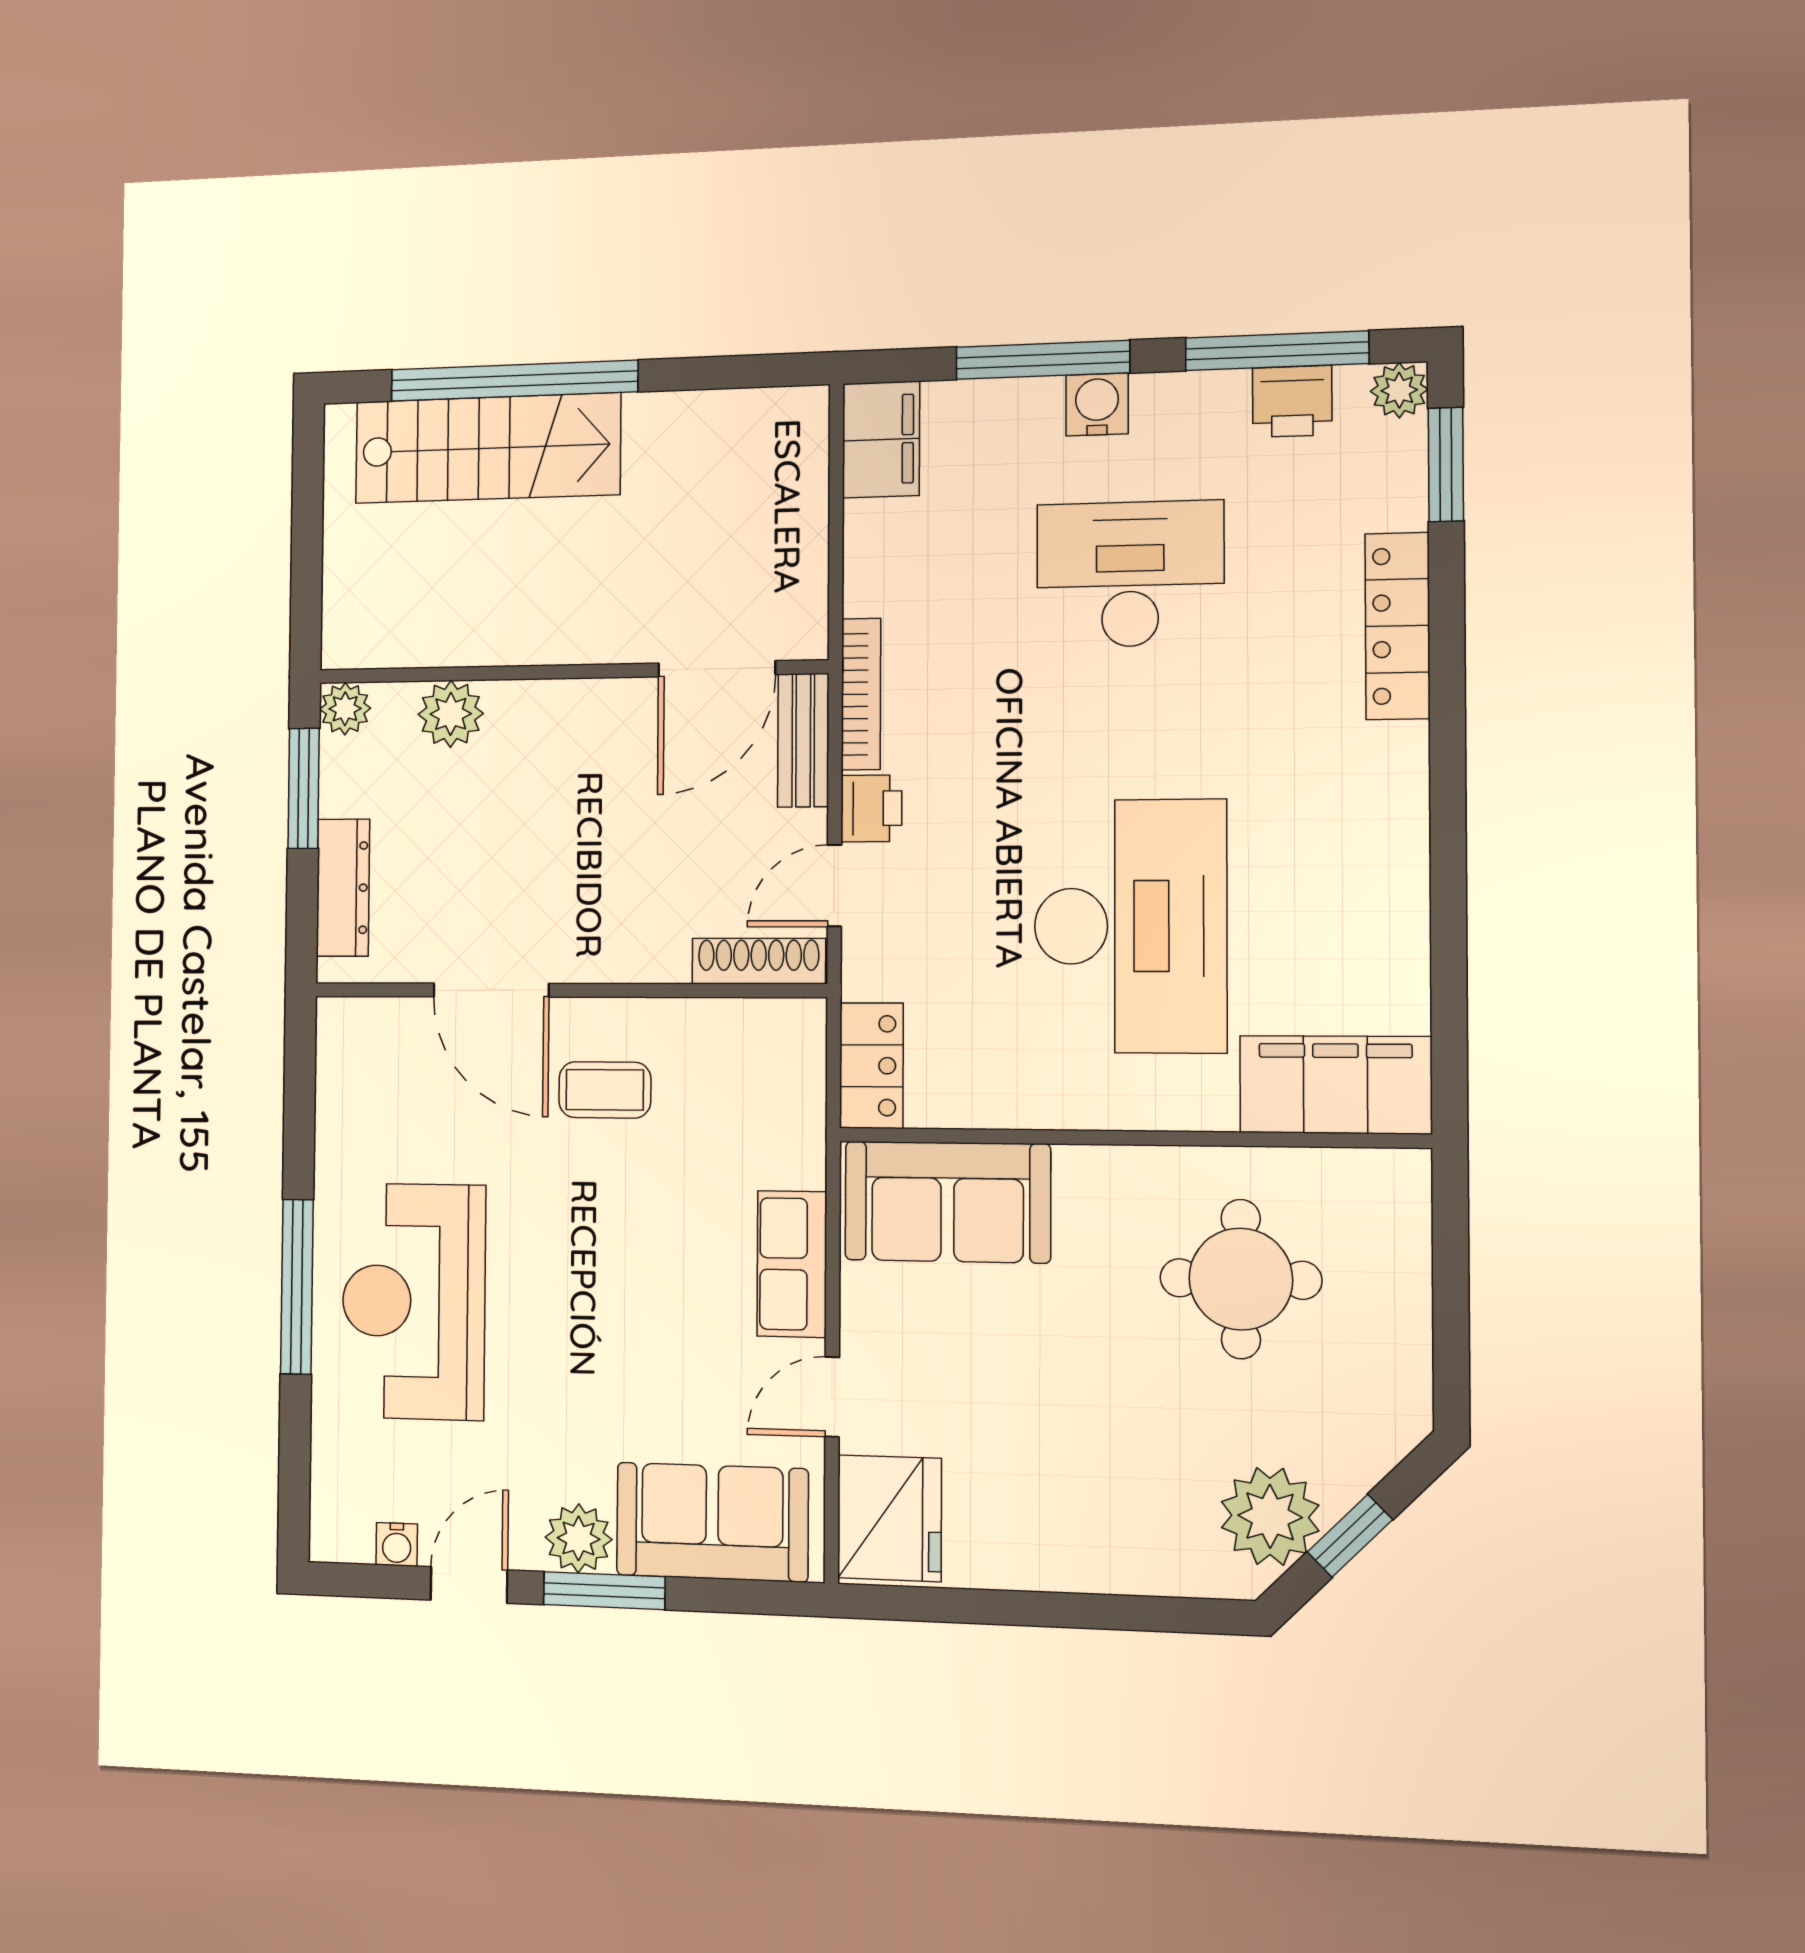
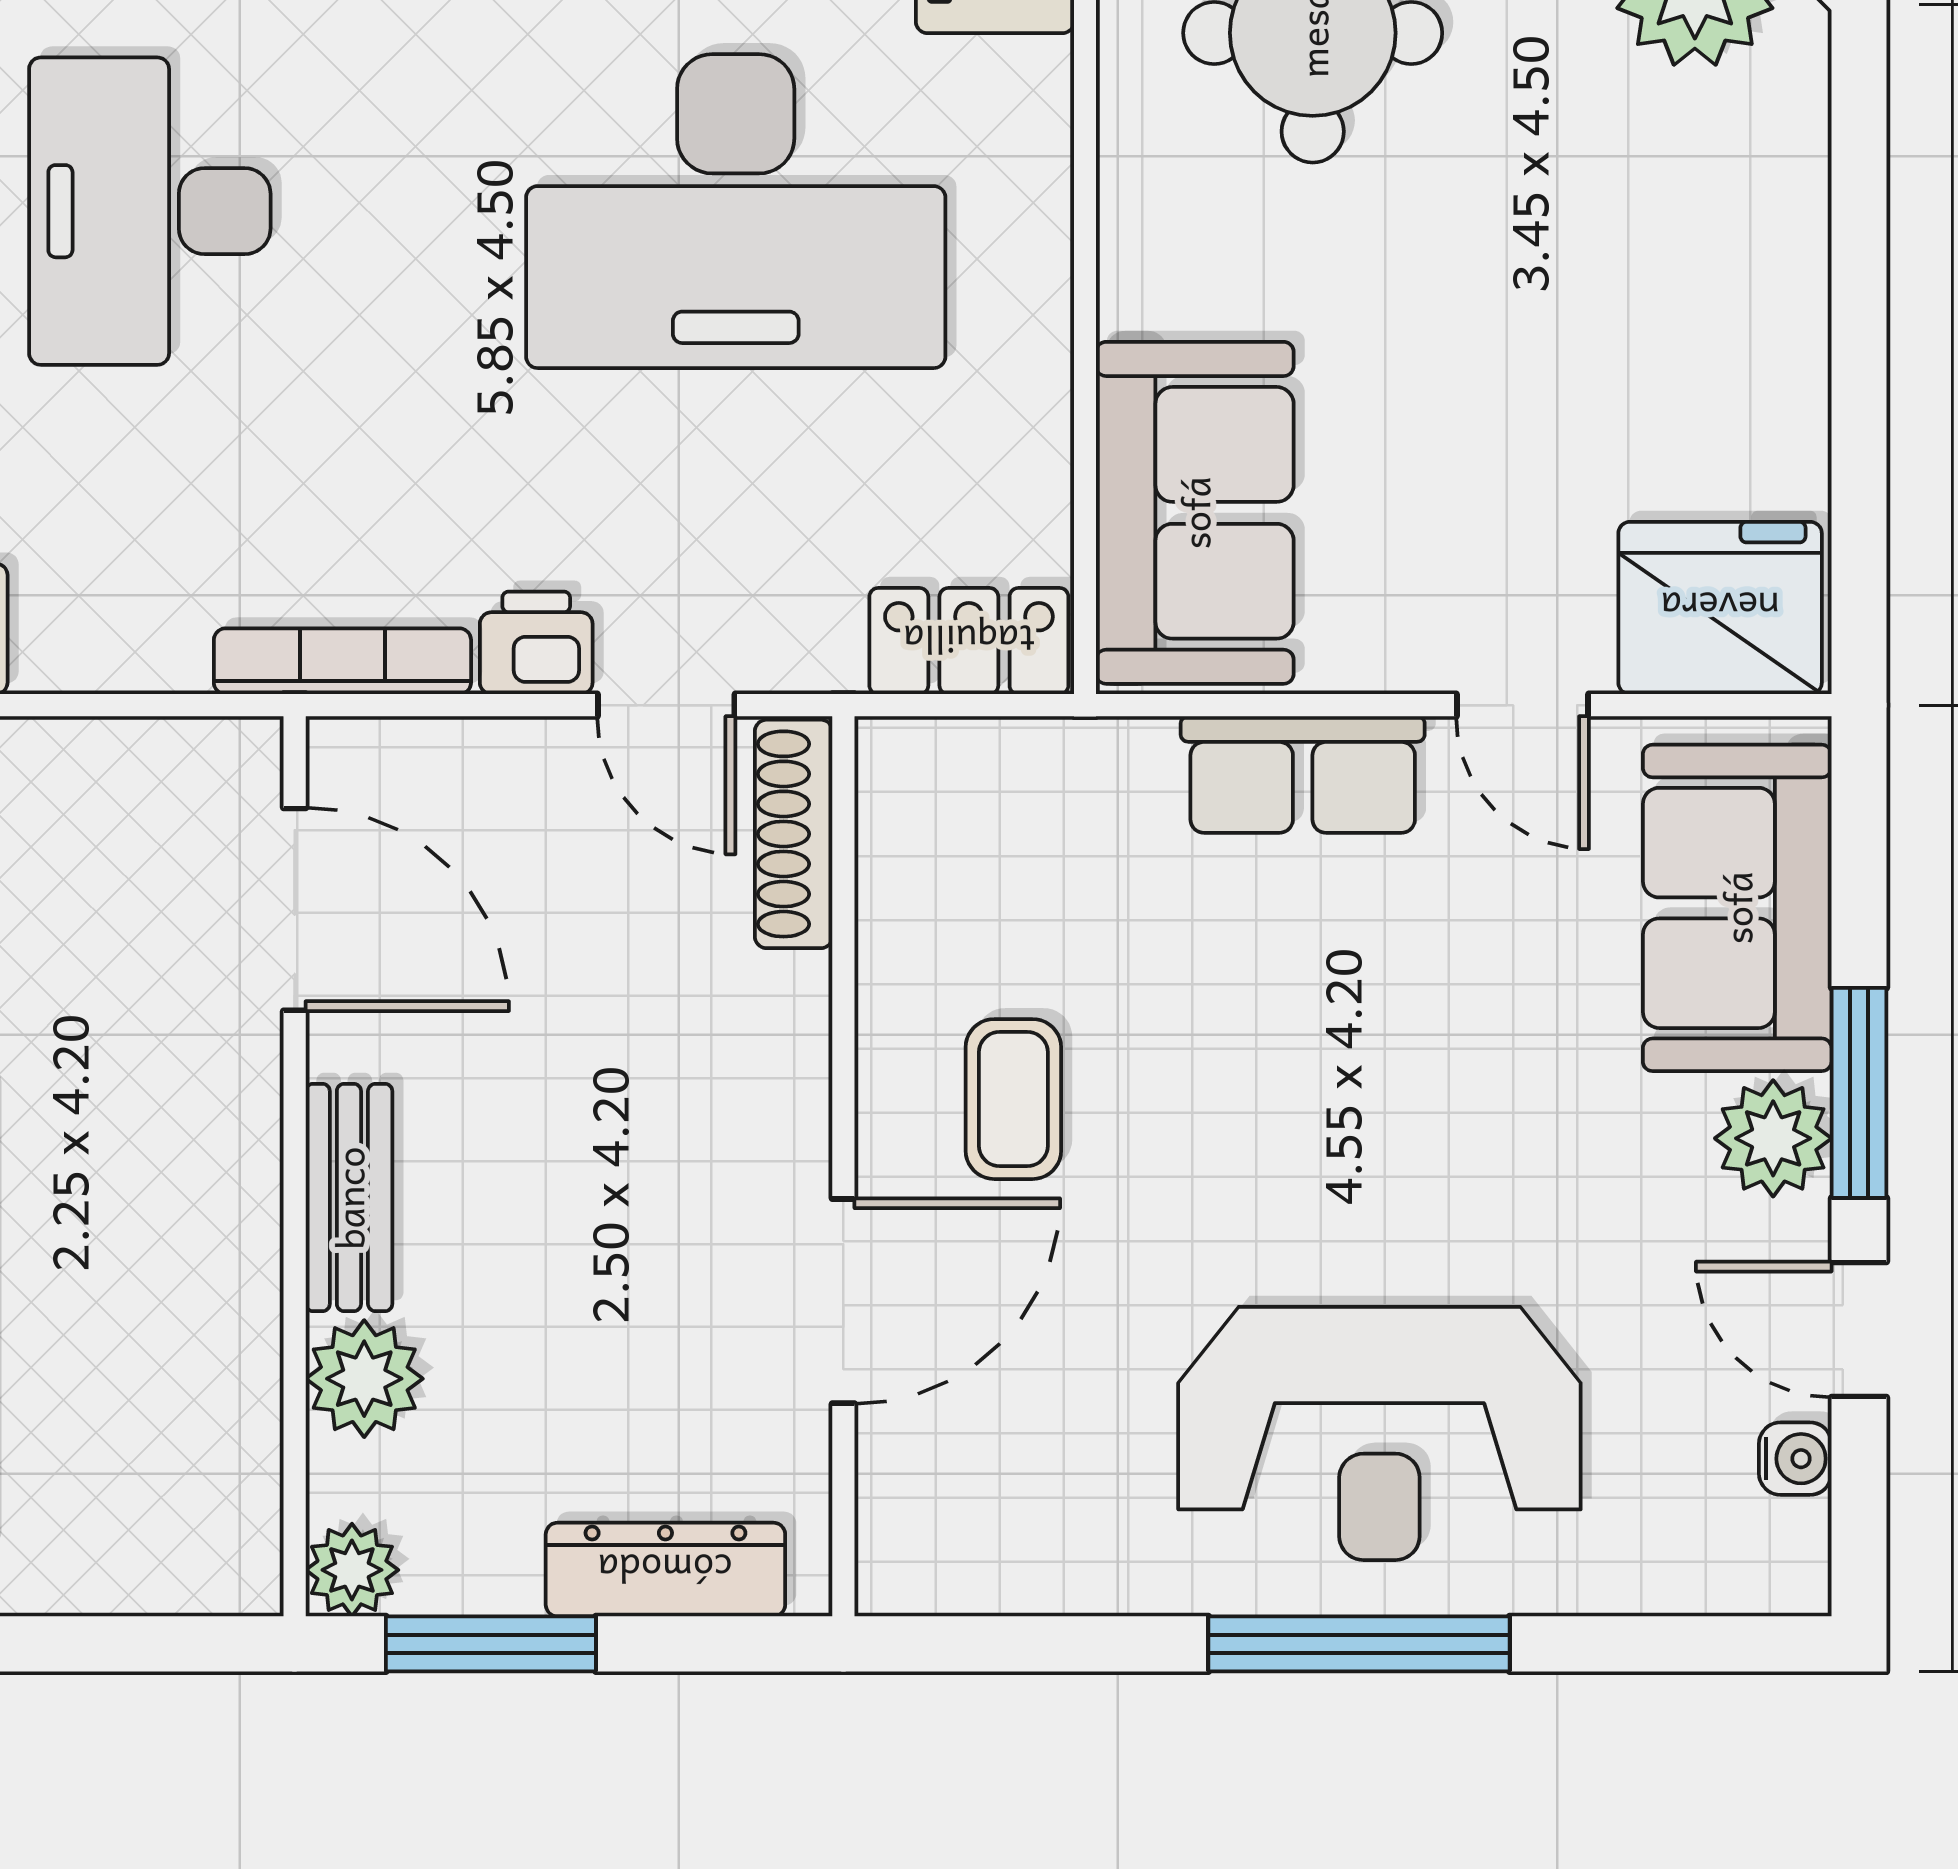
bench: (803, 740) -> (349, 1198), moved, turned 90
desk: (1130, 926) -> (736, 211), turned 180

